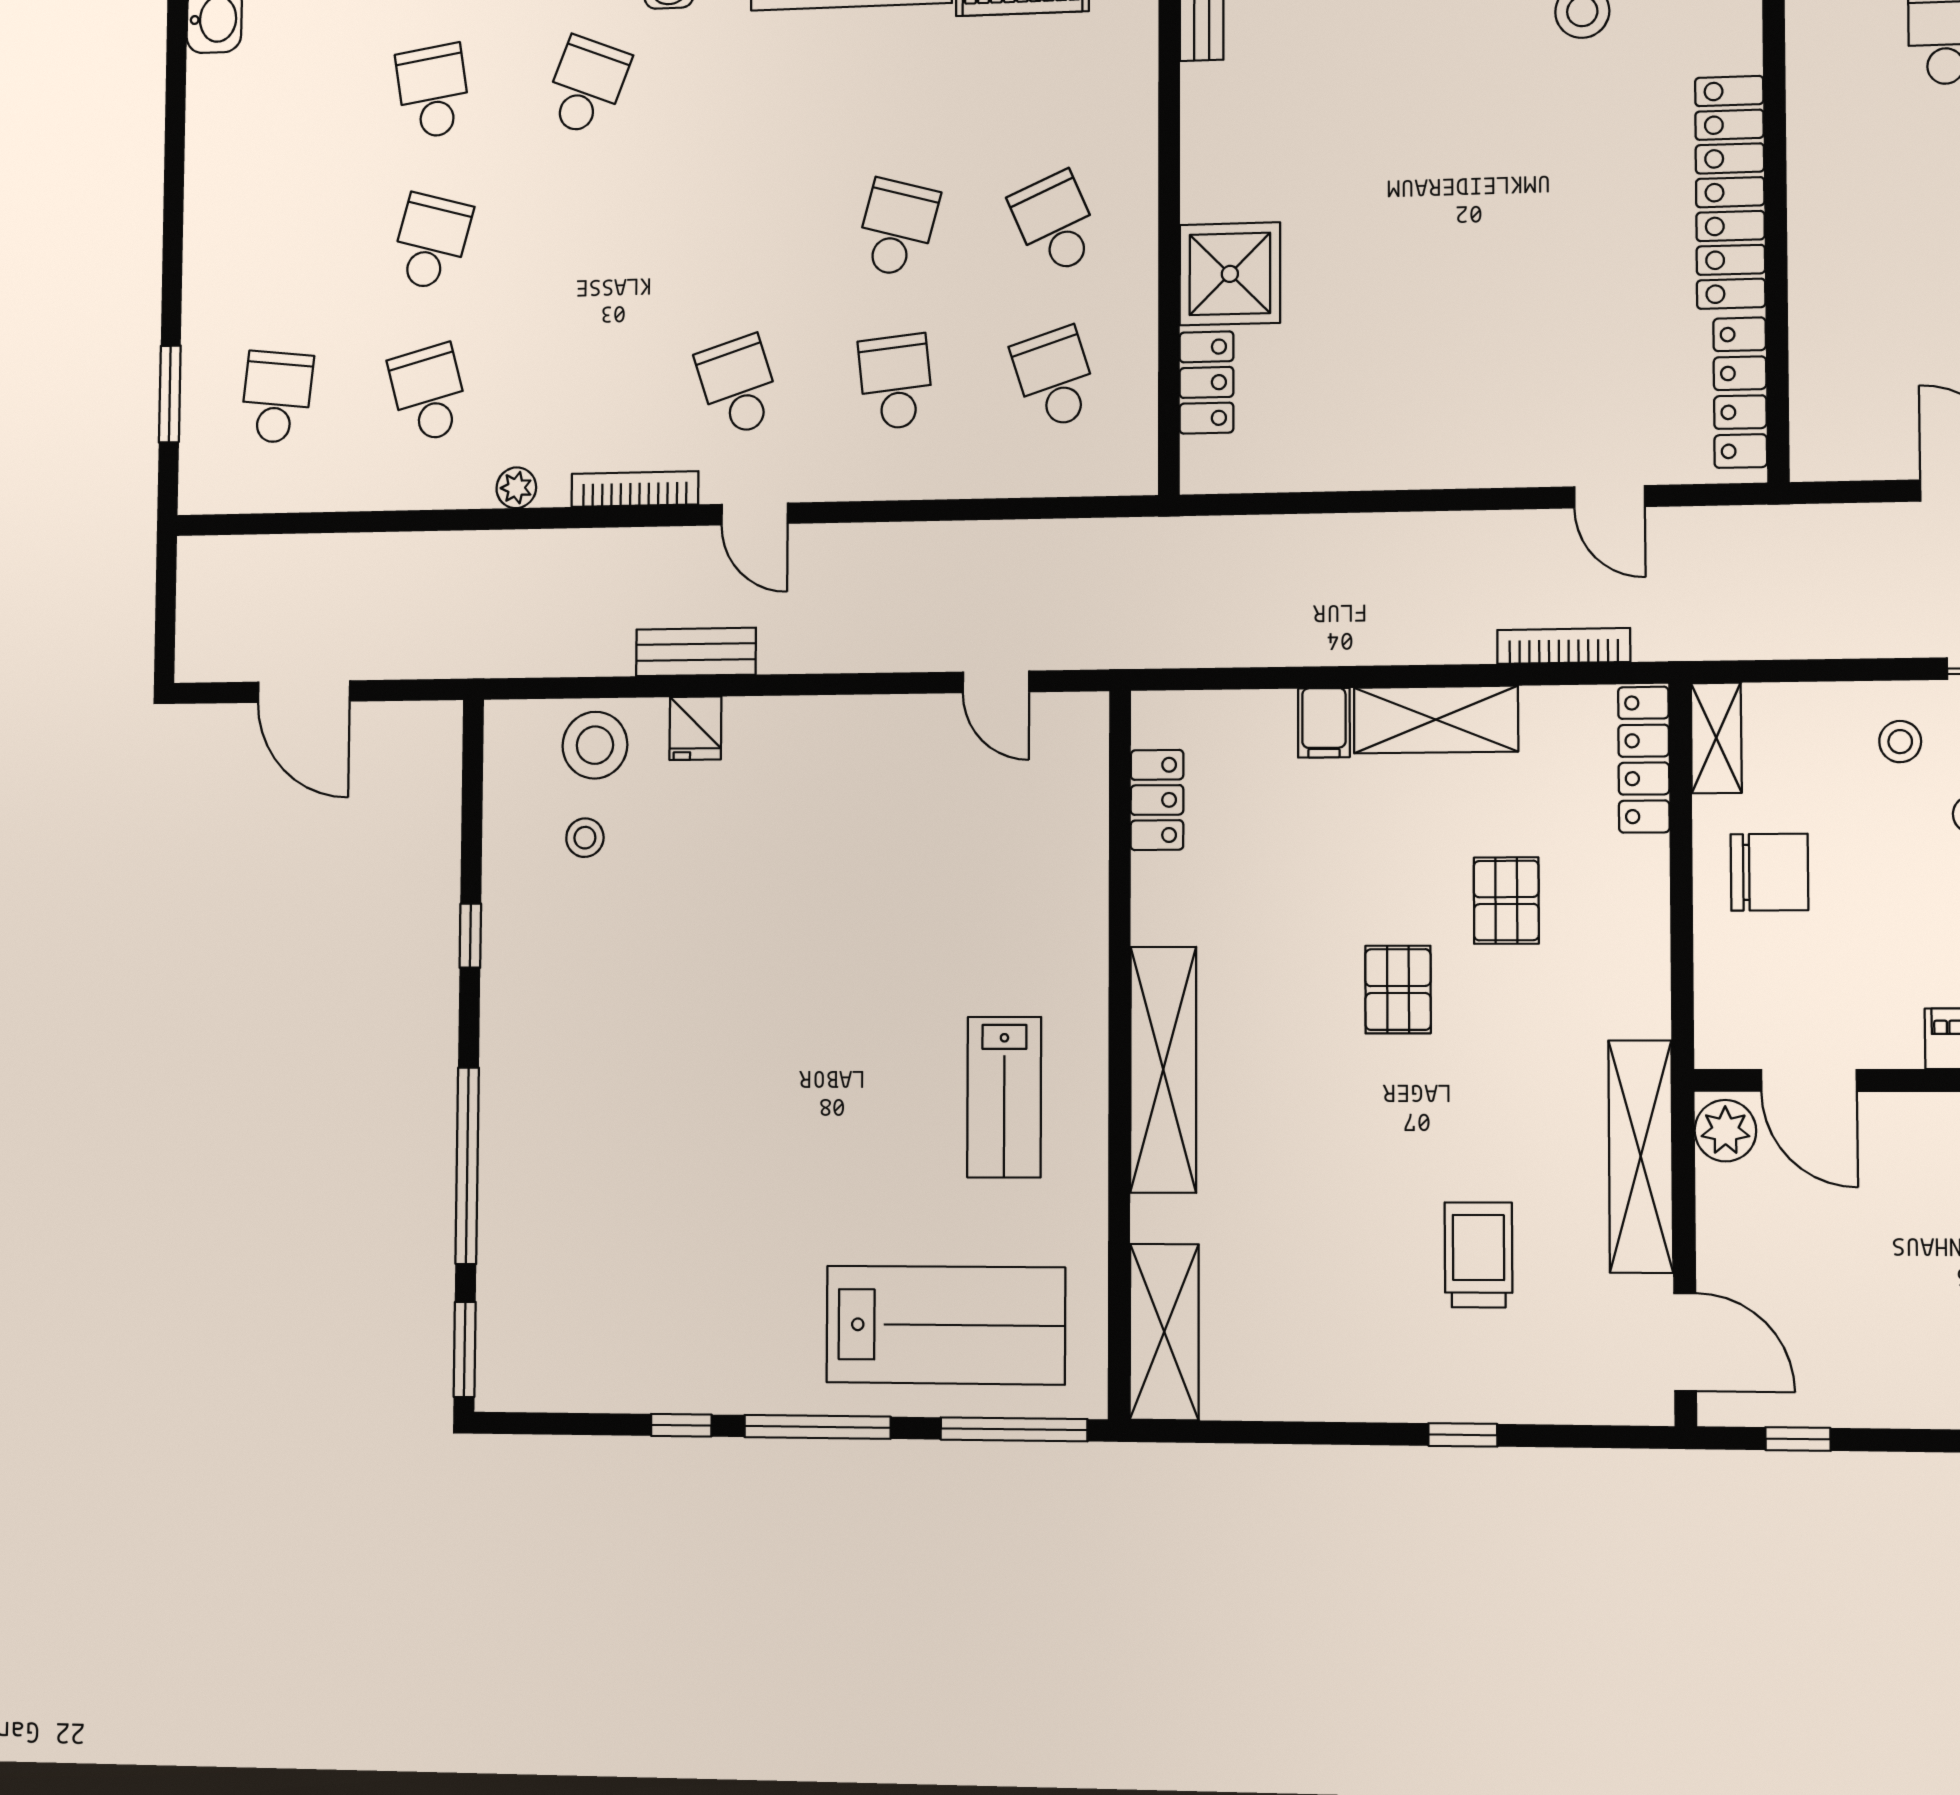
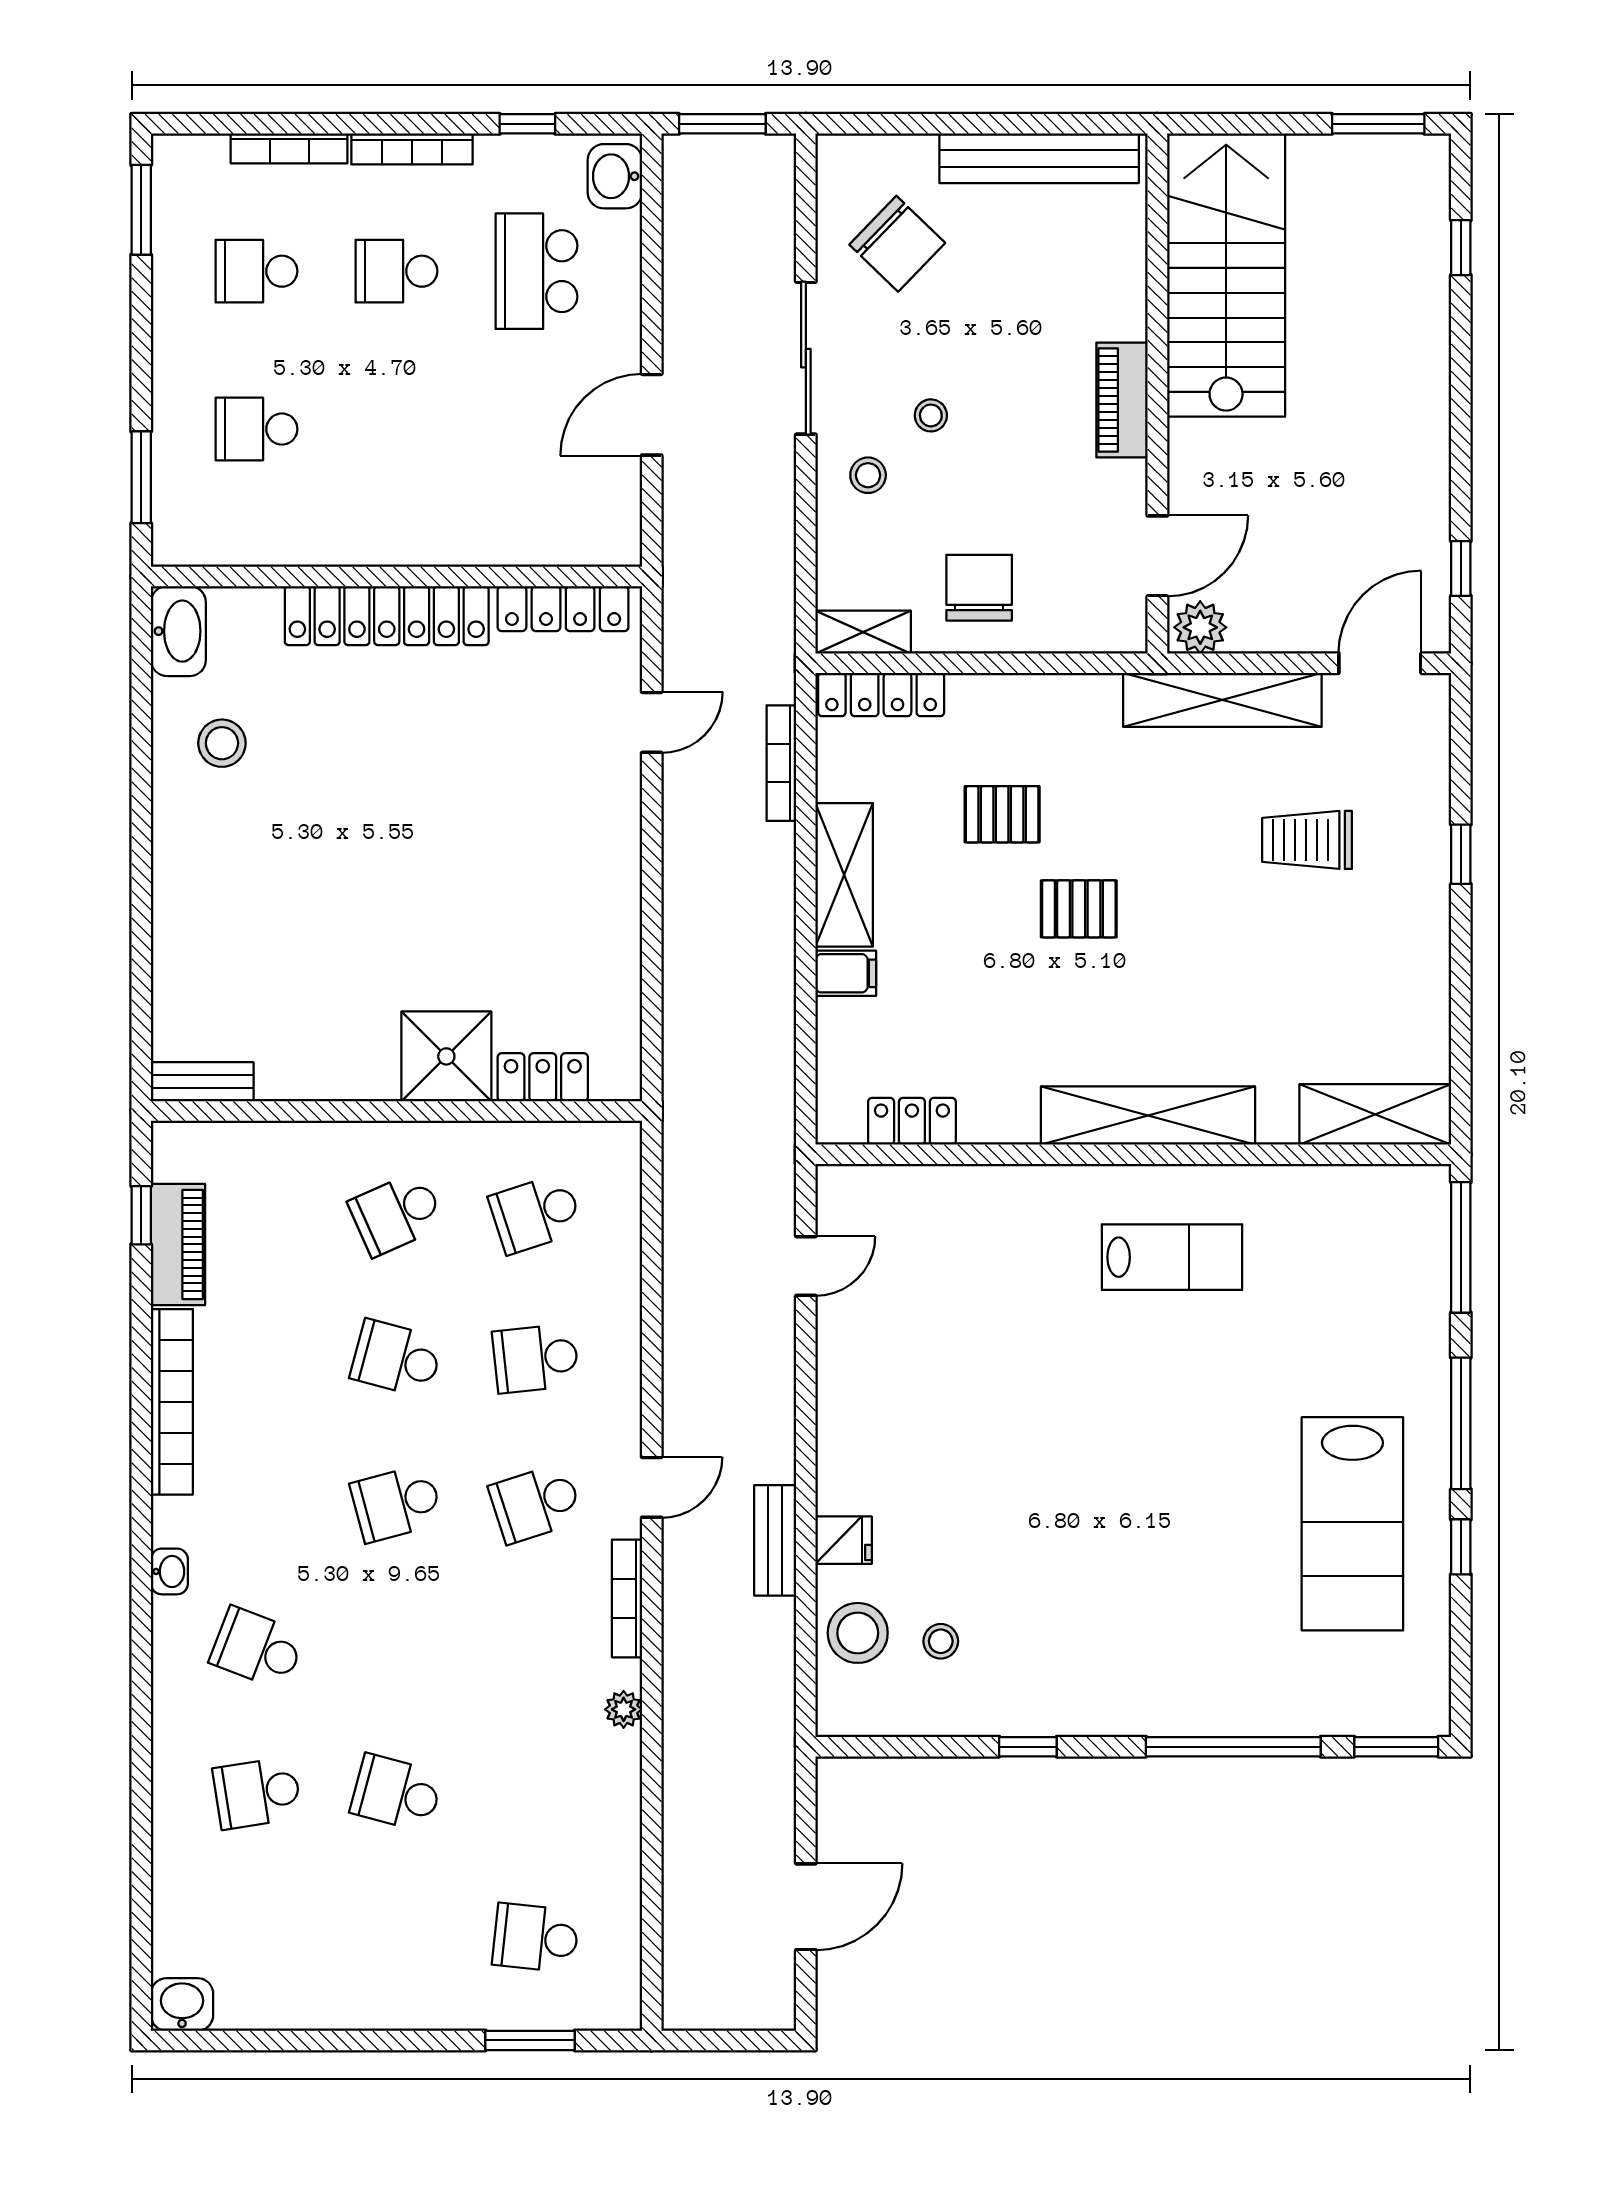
school desk: (429, 394) -> (396, 1503), moved
lab bench: (946, 1325) -> (1352, 1524), moved, turned 180

